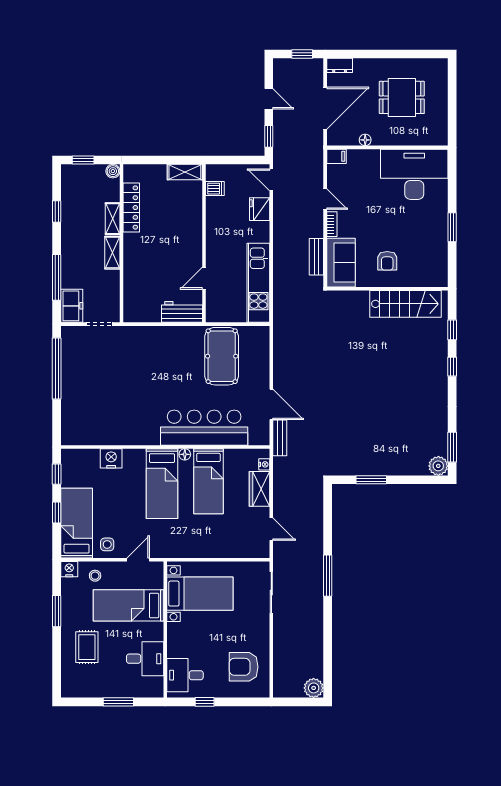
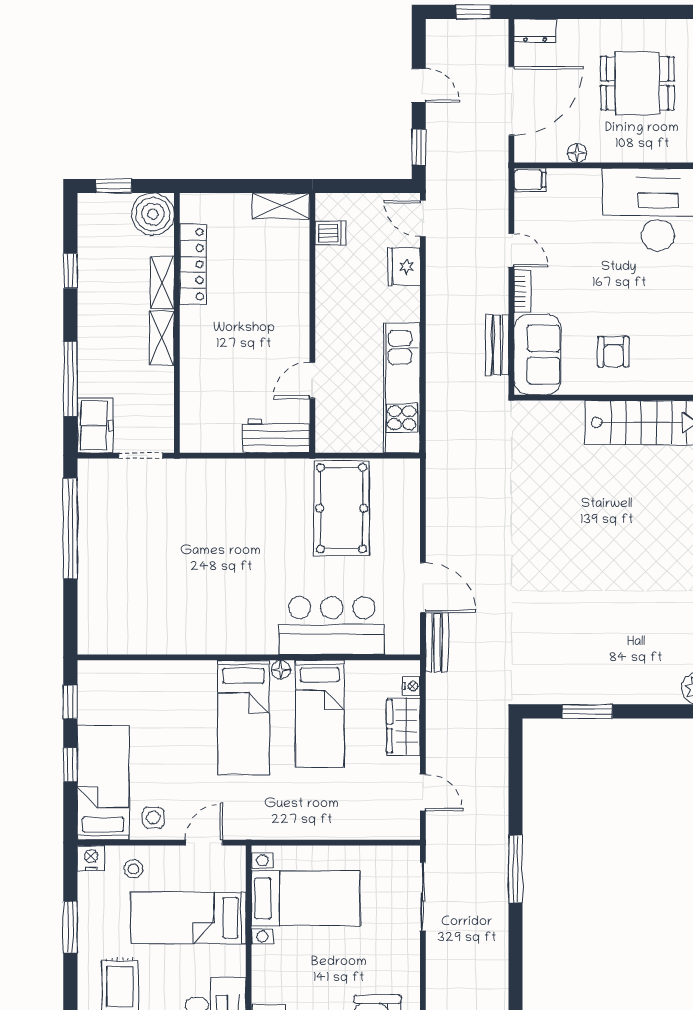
boiler: (113, 171) -> (153, 214), width x1.86, depth x1.86
bar counter: (204, 428) -> (332, 626), width x0.73
nightstand: (111, 458) -> (160, 676), removed

